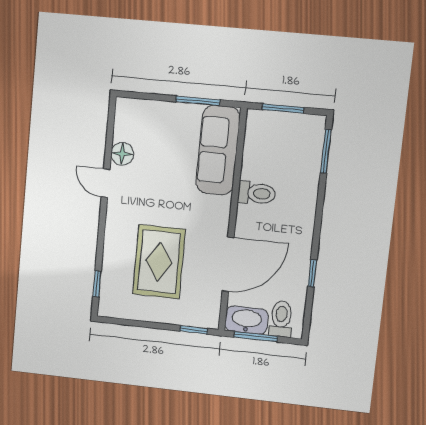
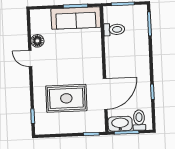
sofa: (218, 150) -> (76, 18), moved, turned -90
toilet: (257, 193) -> (114, 29), moved
rug: (159, 262) -> (66, 98), turned 90

